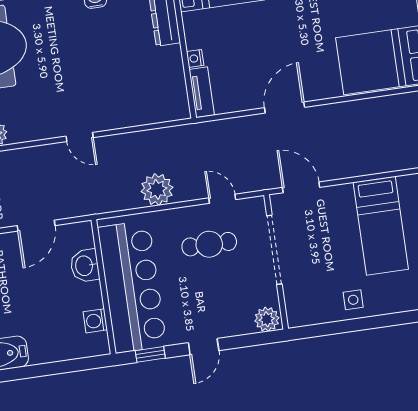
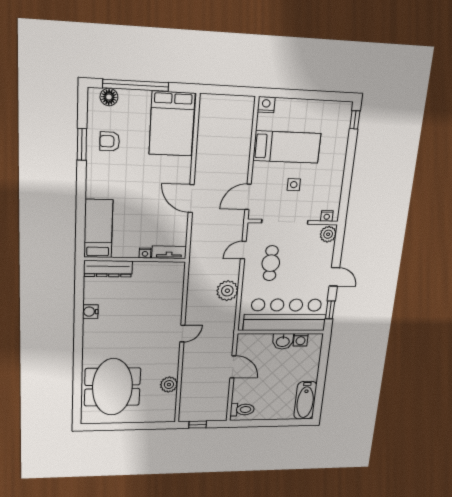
washbasin: (85, 266) -> (283, 341), moved
side table: (353, 300) -> (294, 185), moved
nightstand: (294, 310) -> (327, 216), added

